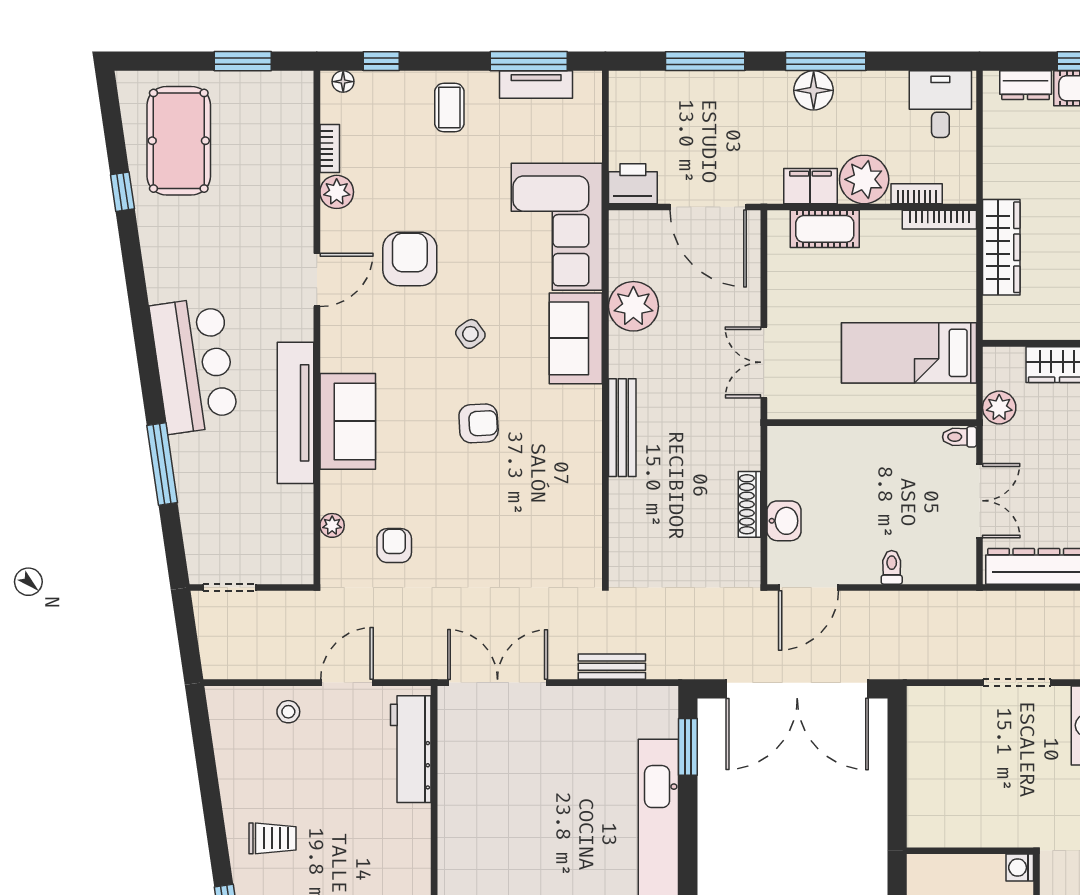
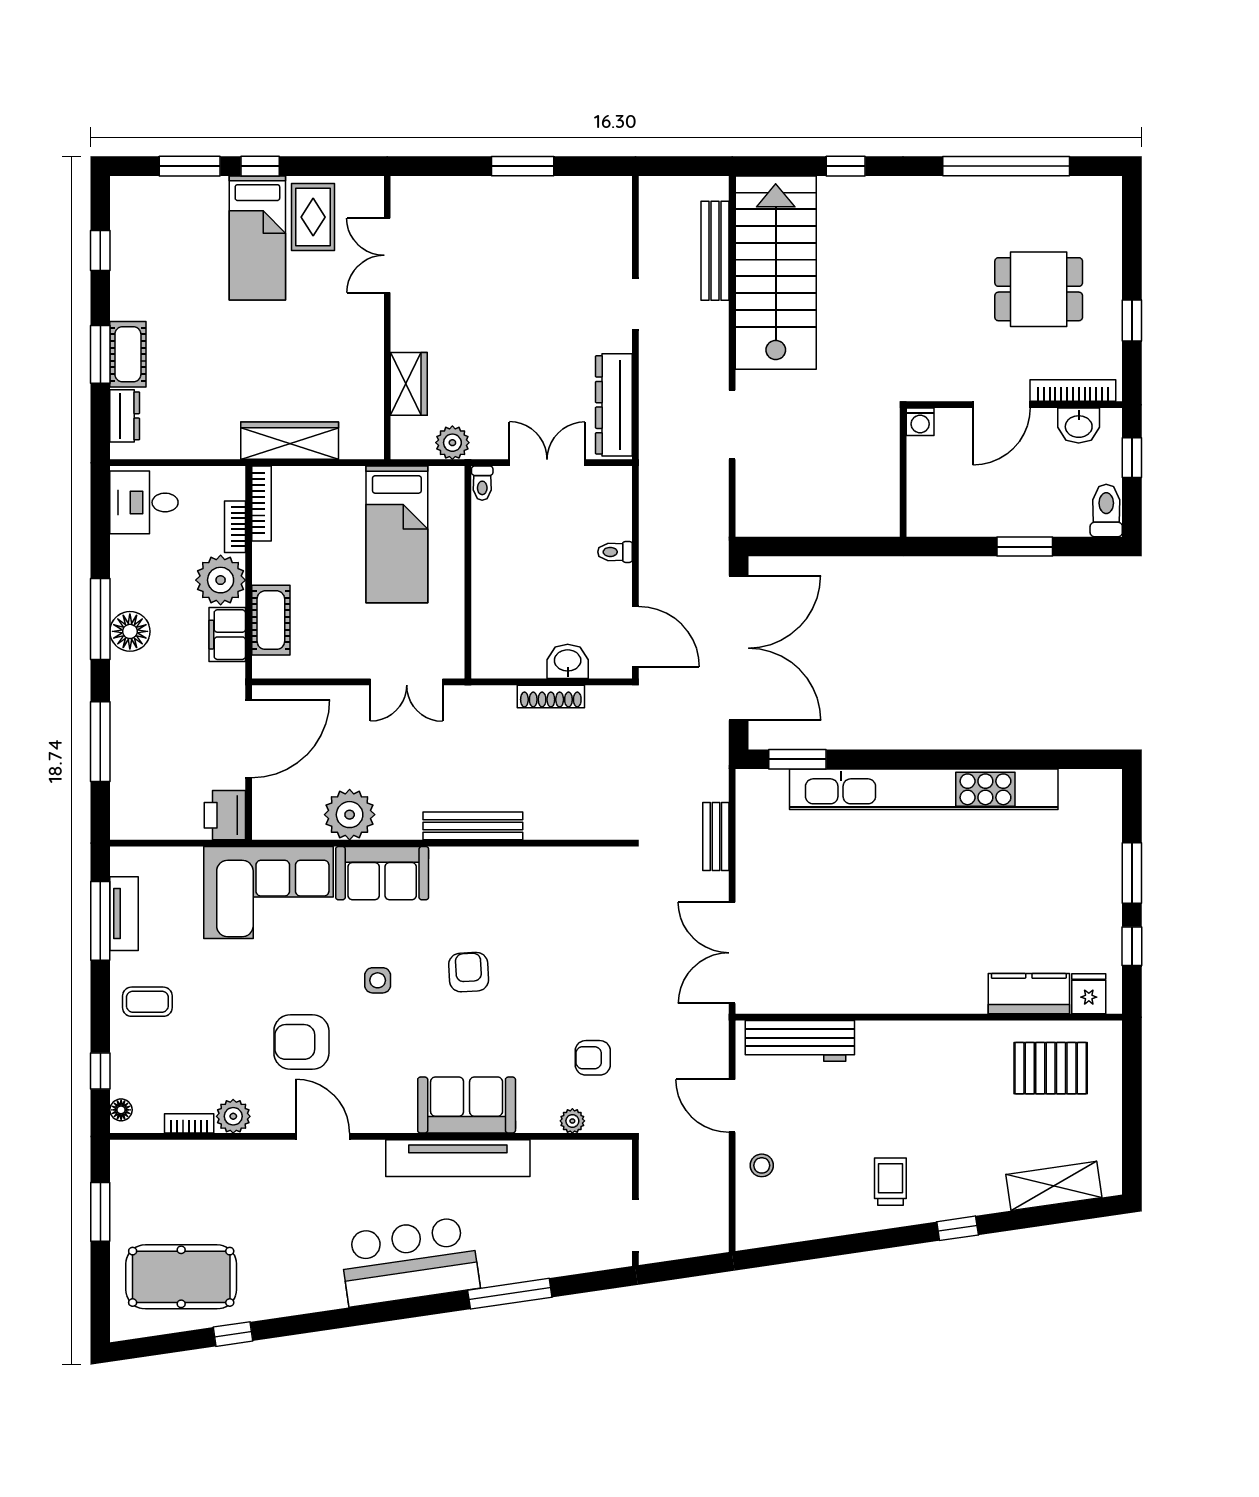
side table: (470, 334) -> (378, 980), turned 36

